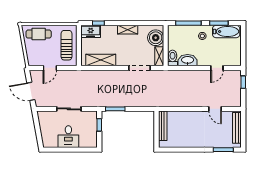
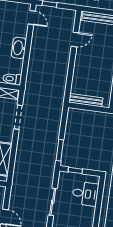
washbasin: (188, 60) -> (19, 48), moved
door: (217, 68) -> (32, 18), moved
desk: (68, 137) -> (85, 194), moved

